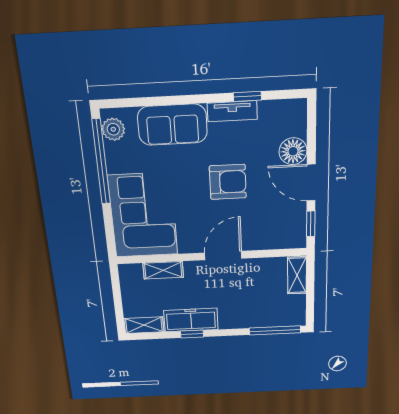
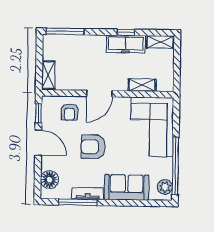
window: (247, 96) -> (78, 202), width x2.17
floor lamp: (293, 151) -> (49, 180), moved
armchair: (265, 228) -> (69, 112), added

